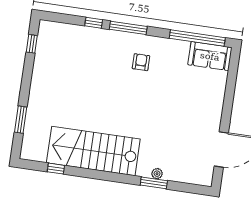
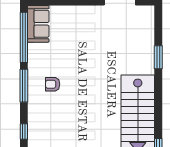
window: (128, 28) -> (24, 86), moved
plant: (157, 174) -> (150, 56), removed

